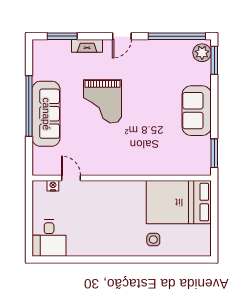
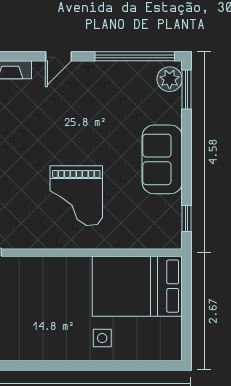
grand piano: (102, 101) -> (76, 196), moved
window: (214, 153) -> (186, 218), width x0.67

